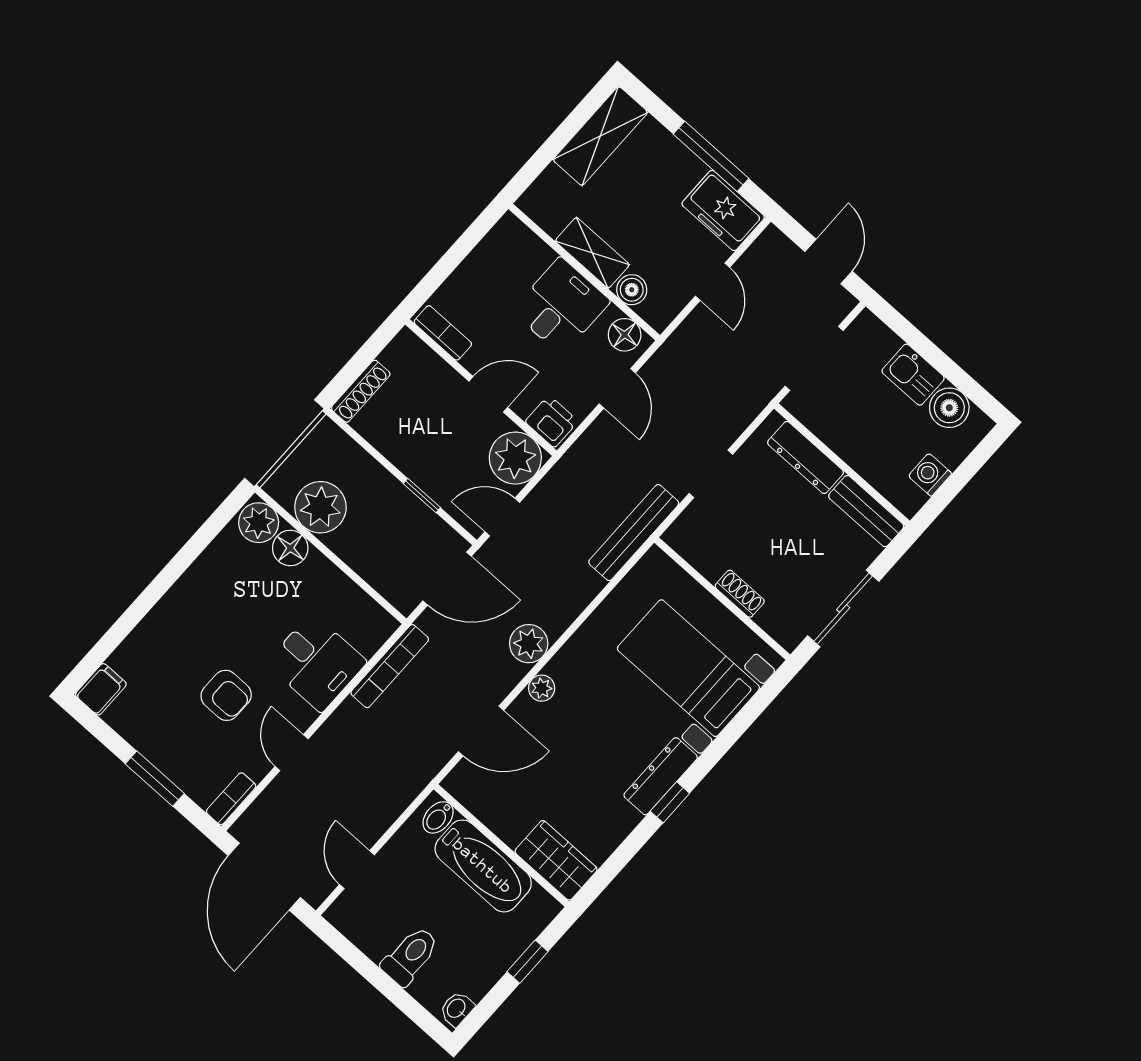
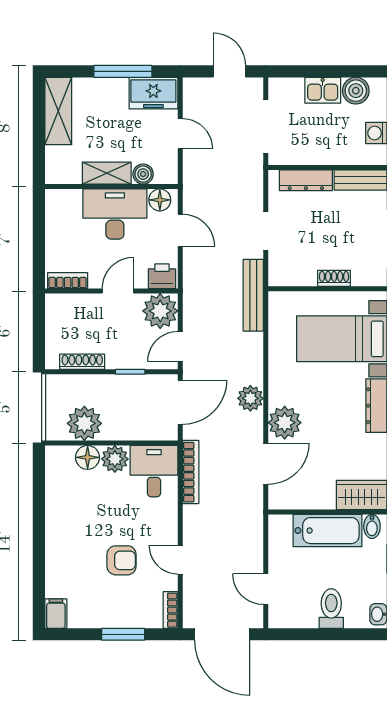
desk: (561, 306) -> (115, 214), width x1.37
shoe rack: (361, 391) -> (82, 362), moved, turned -90
plant: (259, 523) -> (115, 459), moved
desk: (316, 662) -> (154, 471), moved, turned -90
plant: (542, 688) -> (285, 423), width x1.88, depth x1.88
bidet: (438, 817) -> (372, 526), moved

